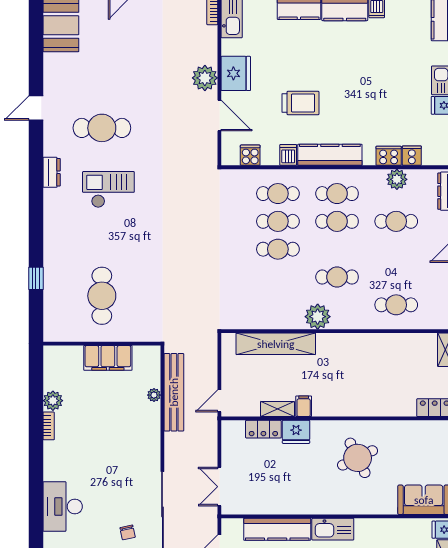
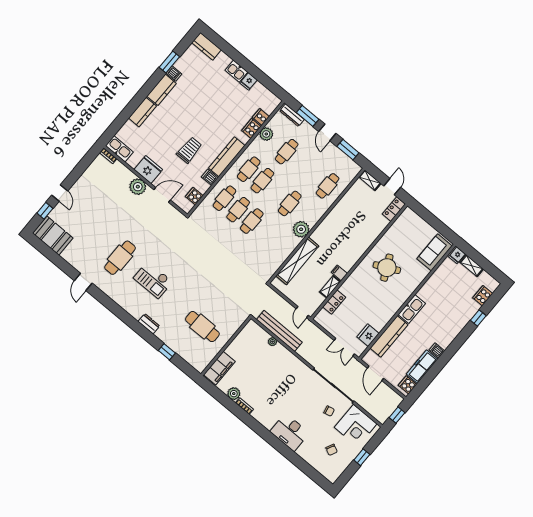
dresser: (52, 172) -> (149, 324), moved
checkout: (108, 190) -> (153, 280), turned -90
filing cabinet: (108, 358) -> (219, 368), moved
fridge: (296, 432) -> (368, 335), moved, turned 180

